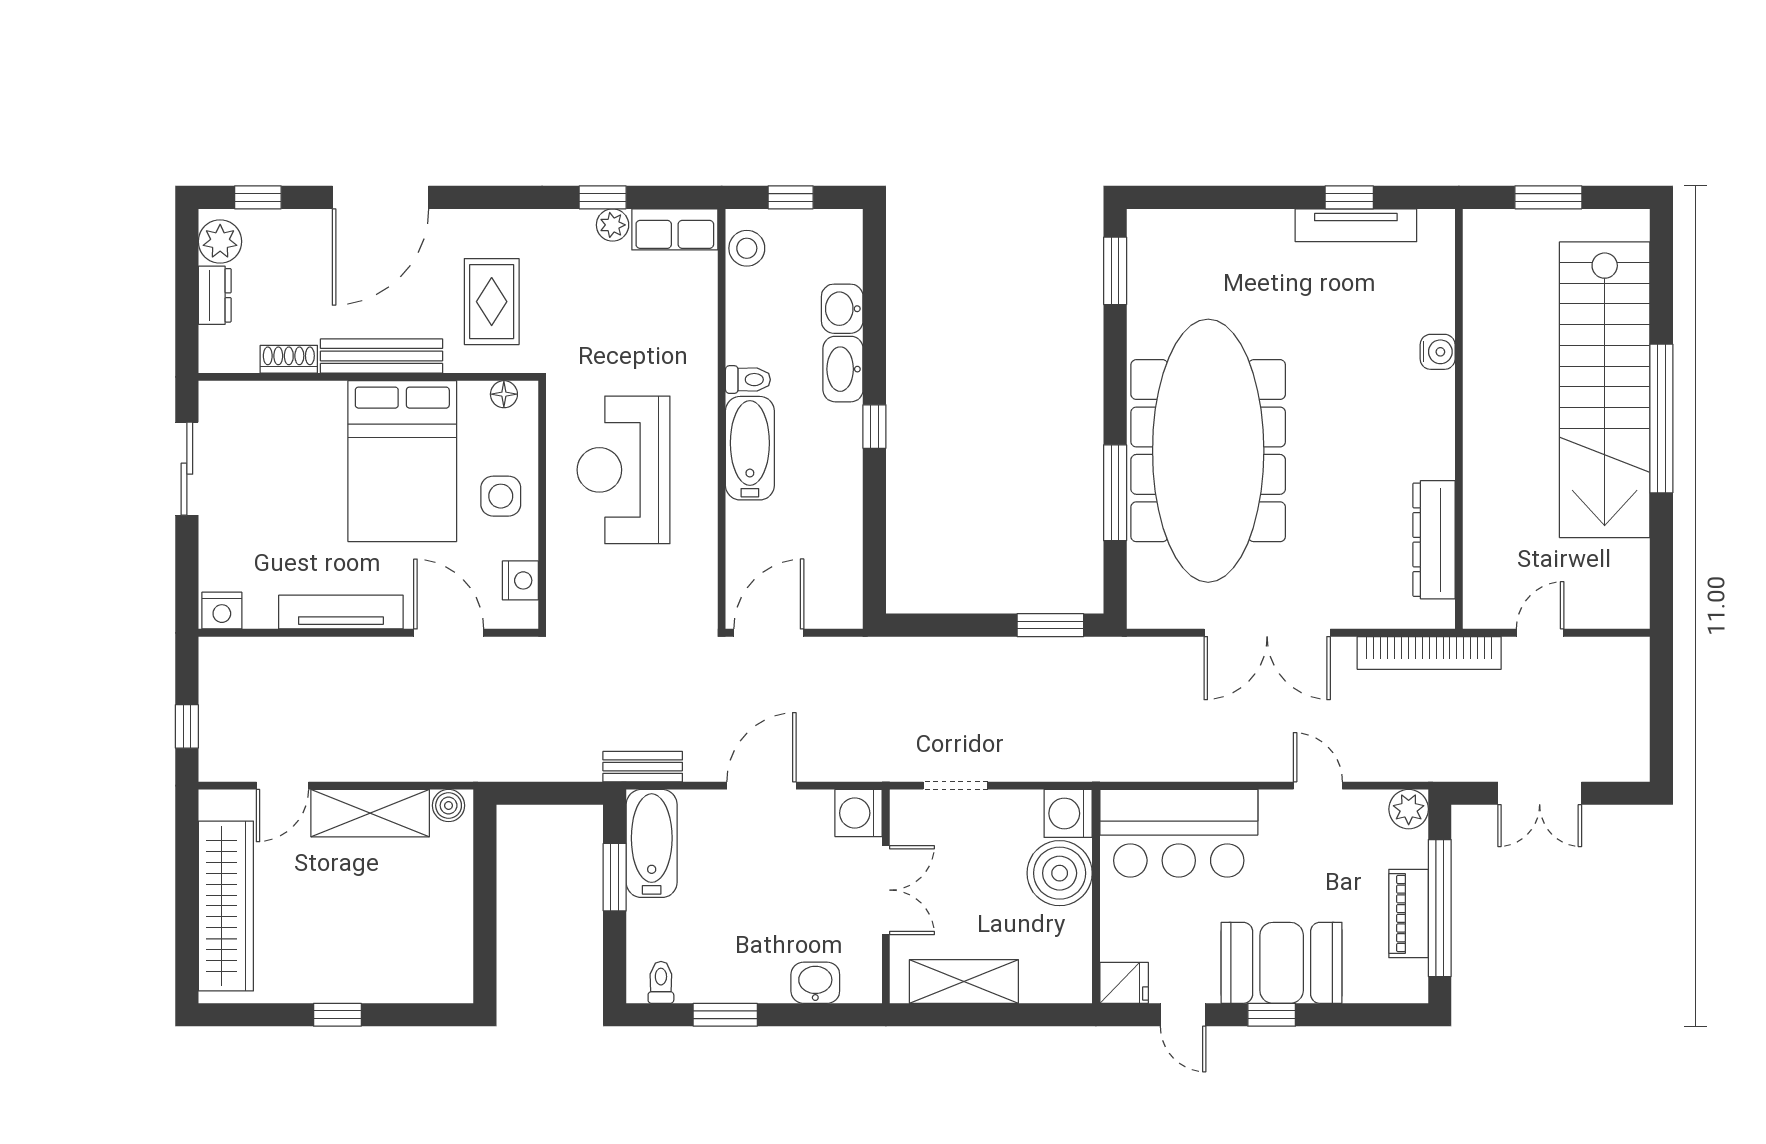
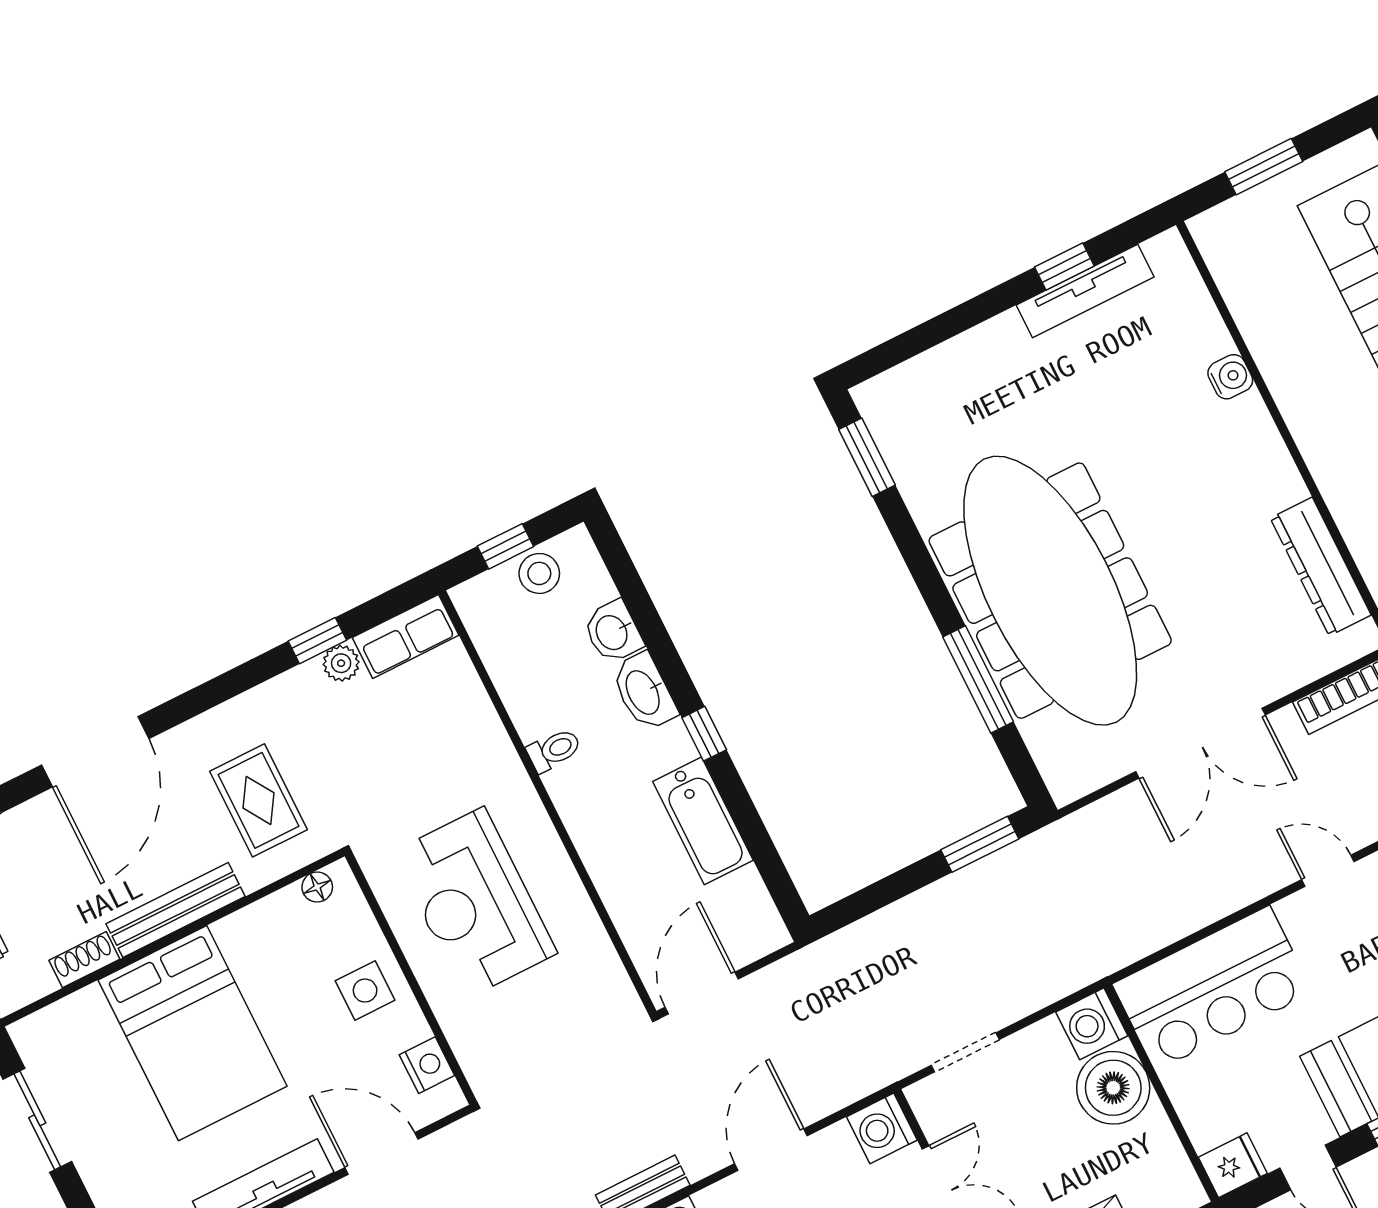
stool: (747, 248) -> (539, 573), moved
bathtub: (750, 448) -> (703, 821), moved, turned 180
bed: (402, 461) -> (193, 1033), moved

